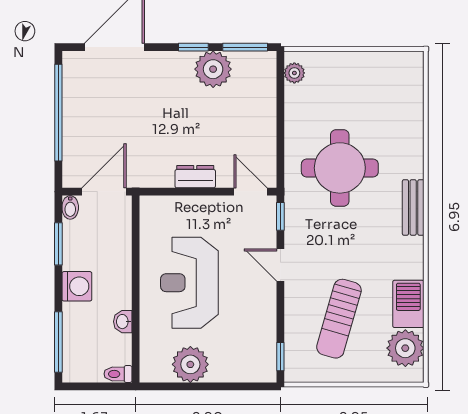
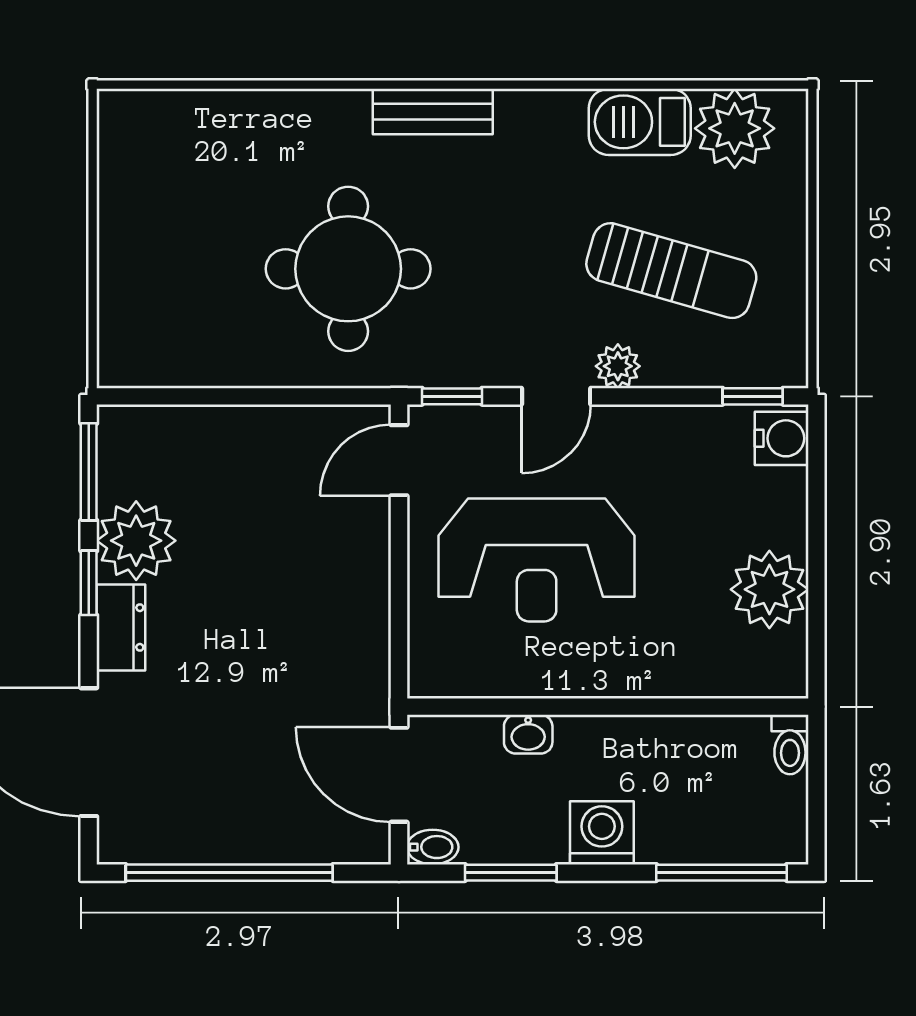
plant: (294, 73) -> (618, 366), moved
dresser: (195, 177) -> (121, 627), moved, turned 180
reception desk: (189, 283) -> (537, 560), moved
washbasin: (123, 322) -> (528, 734), moved
water cooler: (261, 370) -> (782, 438), added

